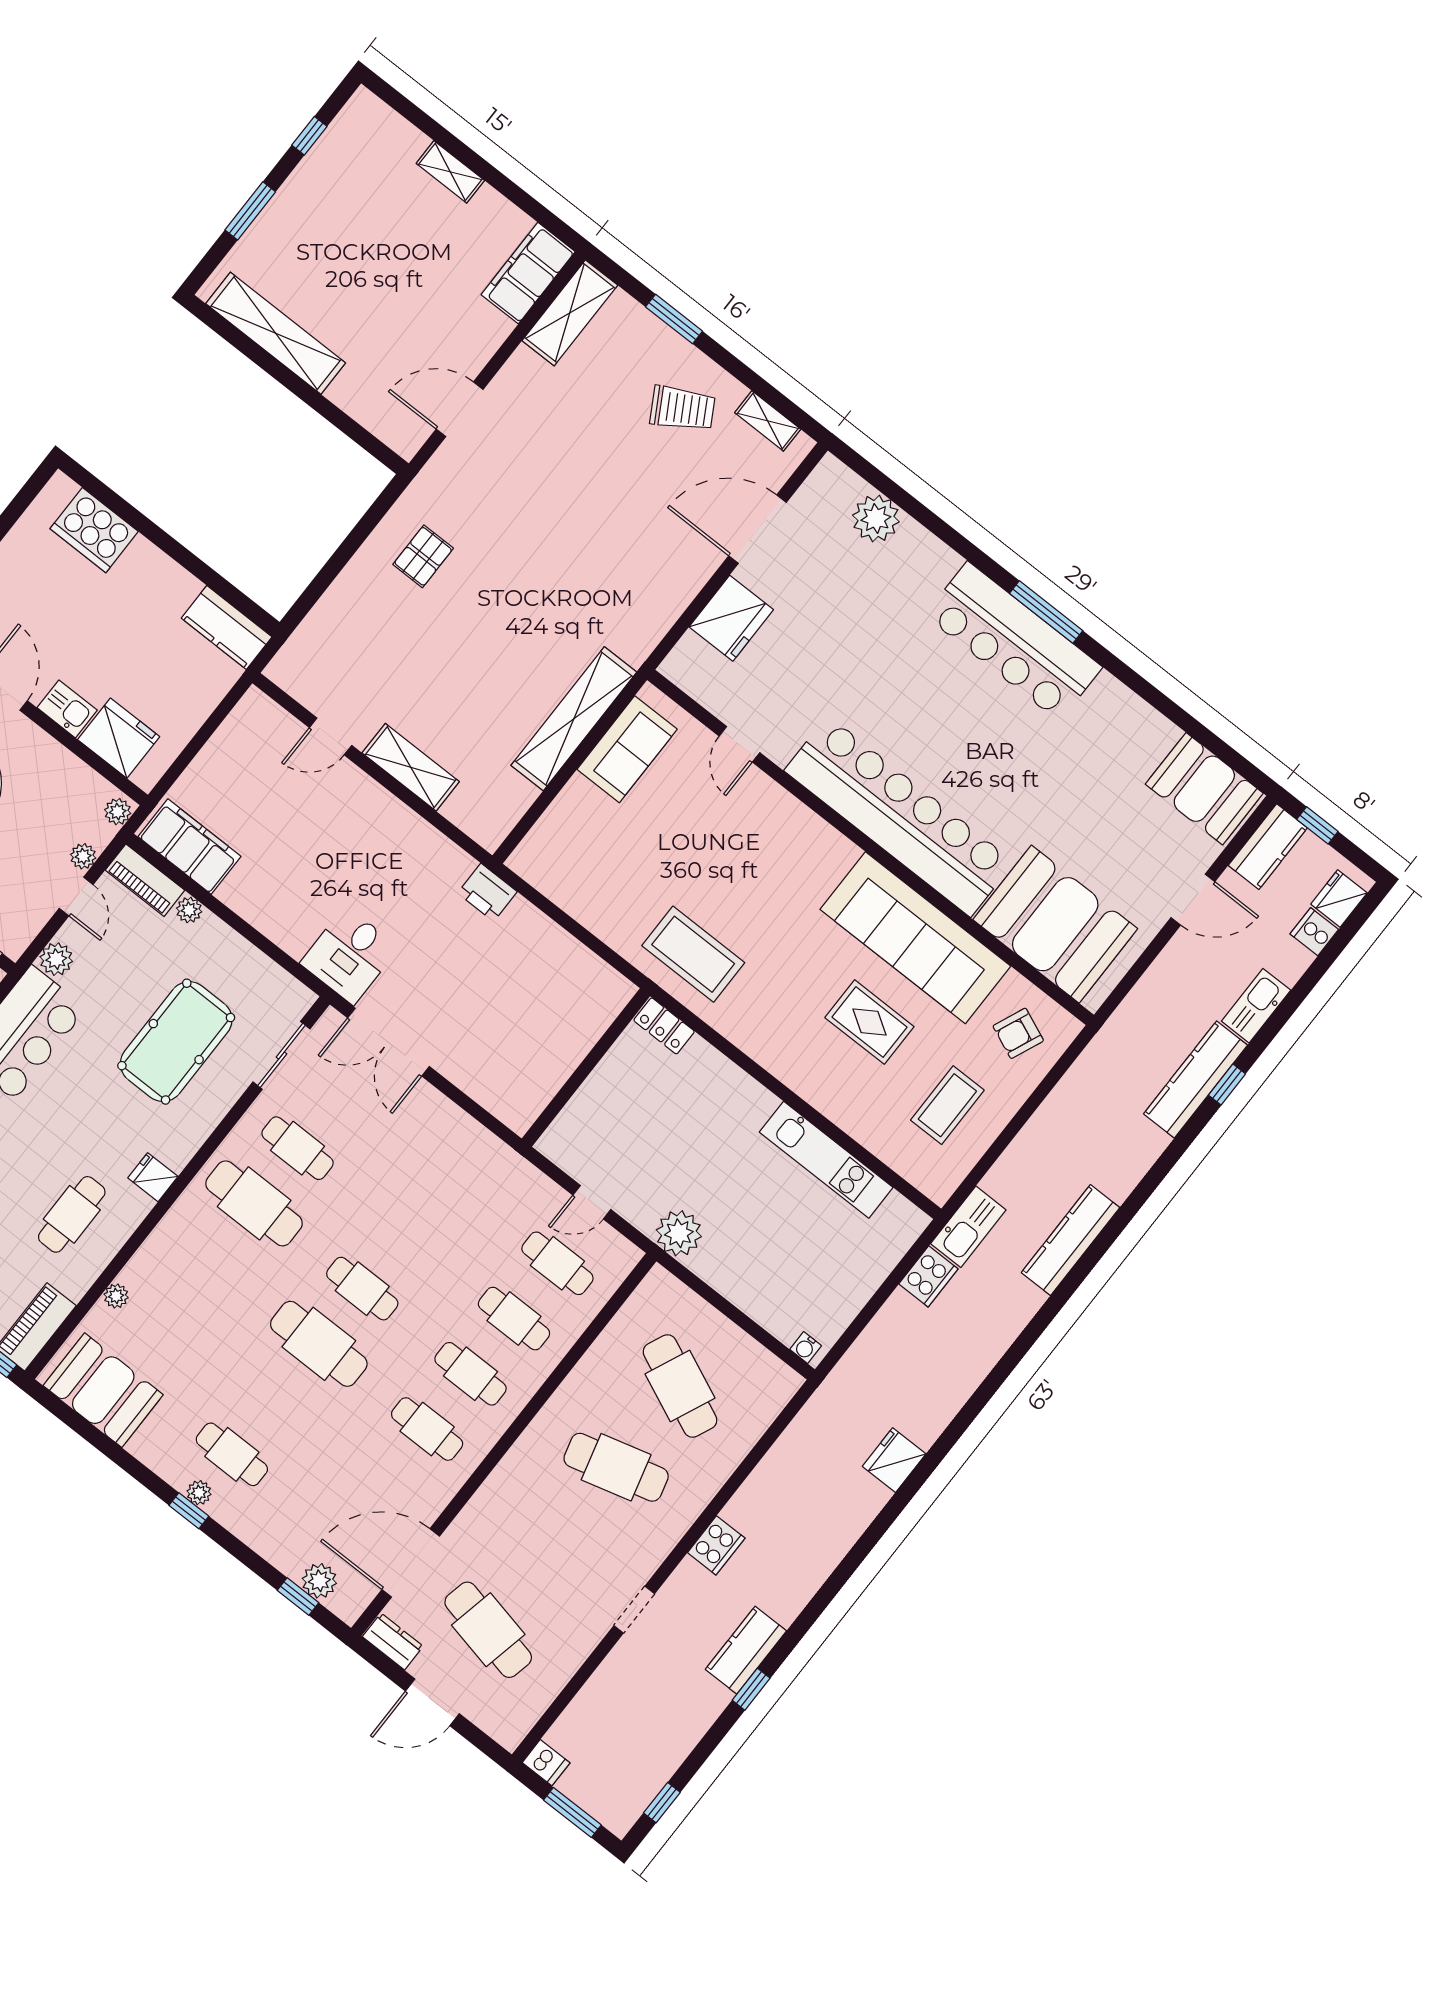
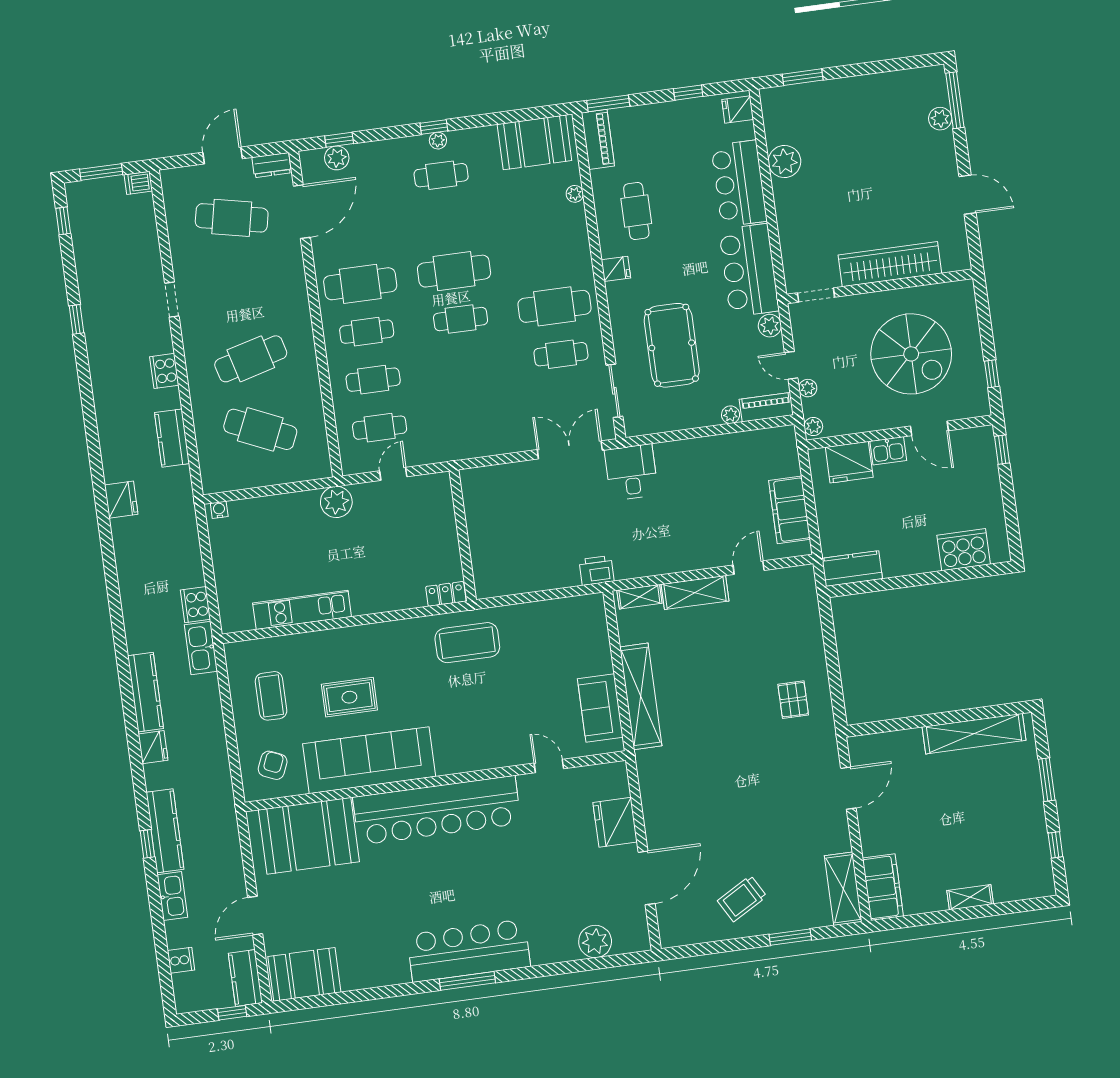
shelving: (768, 421) -> (639, 597), moved
filing cabinet: (190, 847) -> (789, 510), moved, turned 90
fridge: (1339, 898) -> (153, 747), moved
cafe table: (427, 1429) -> (360, 284), width x1.37, depth x1.35
kitchen counter: (746, 1650) -> (172, 438), moved, turned 180

